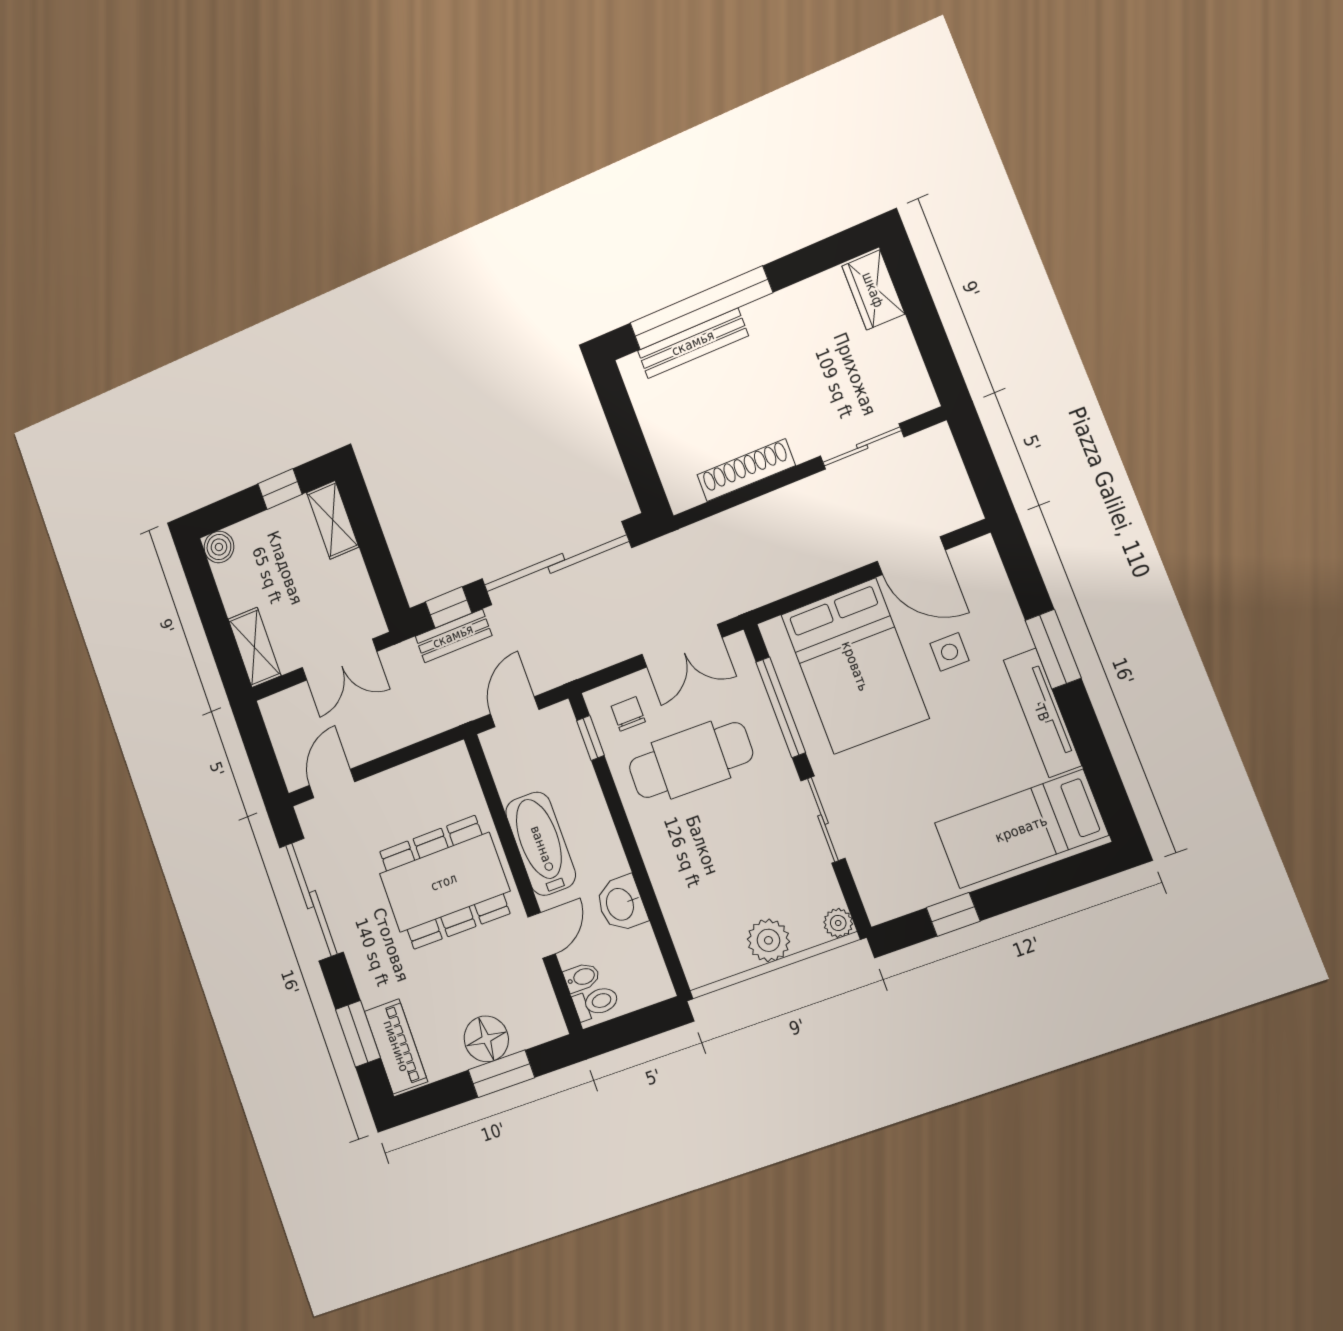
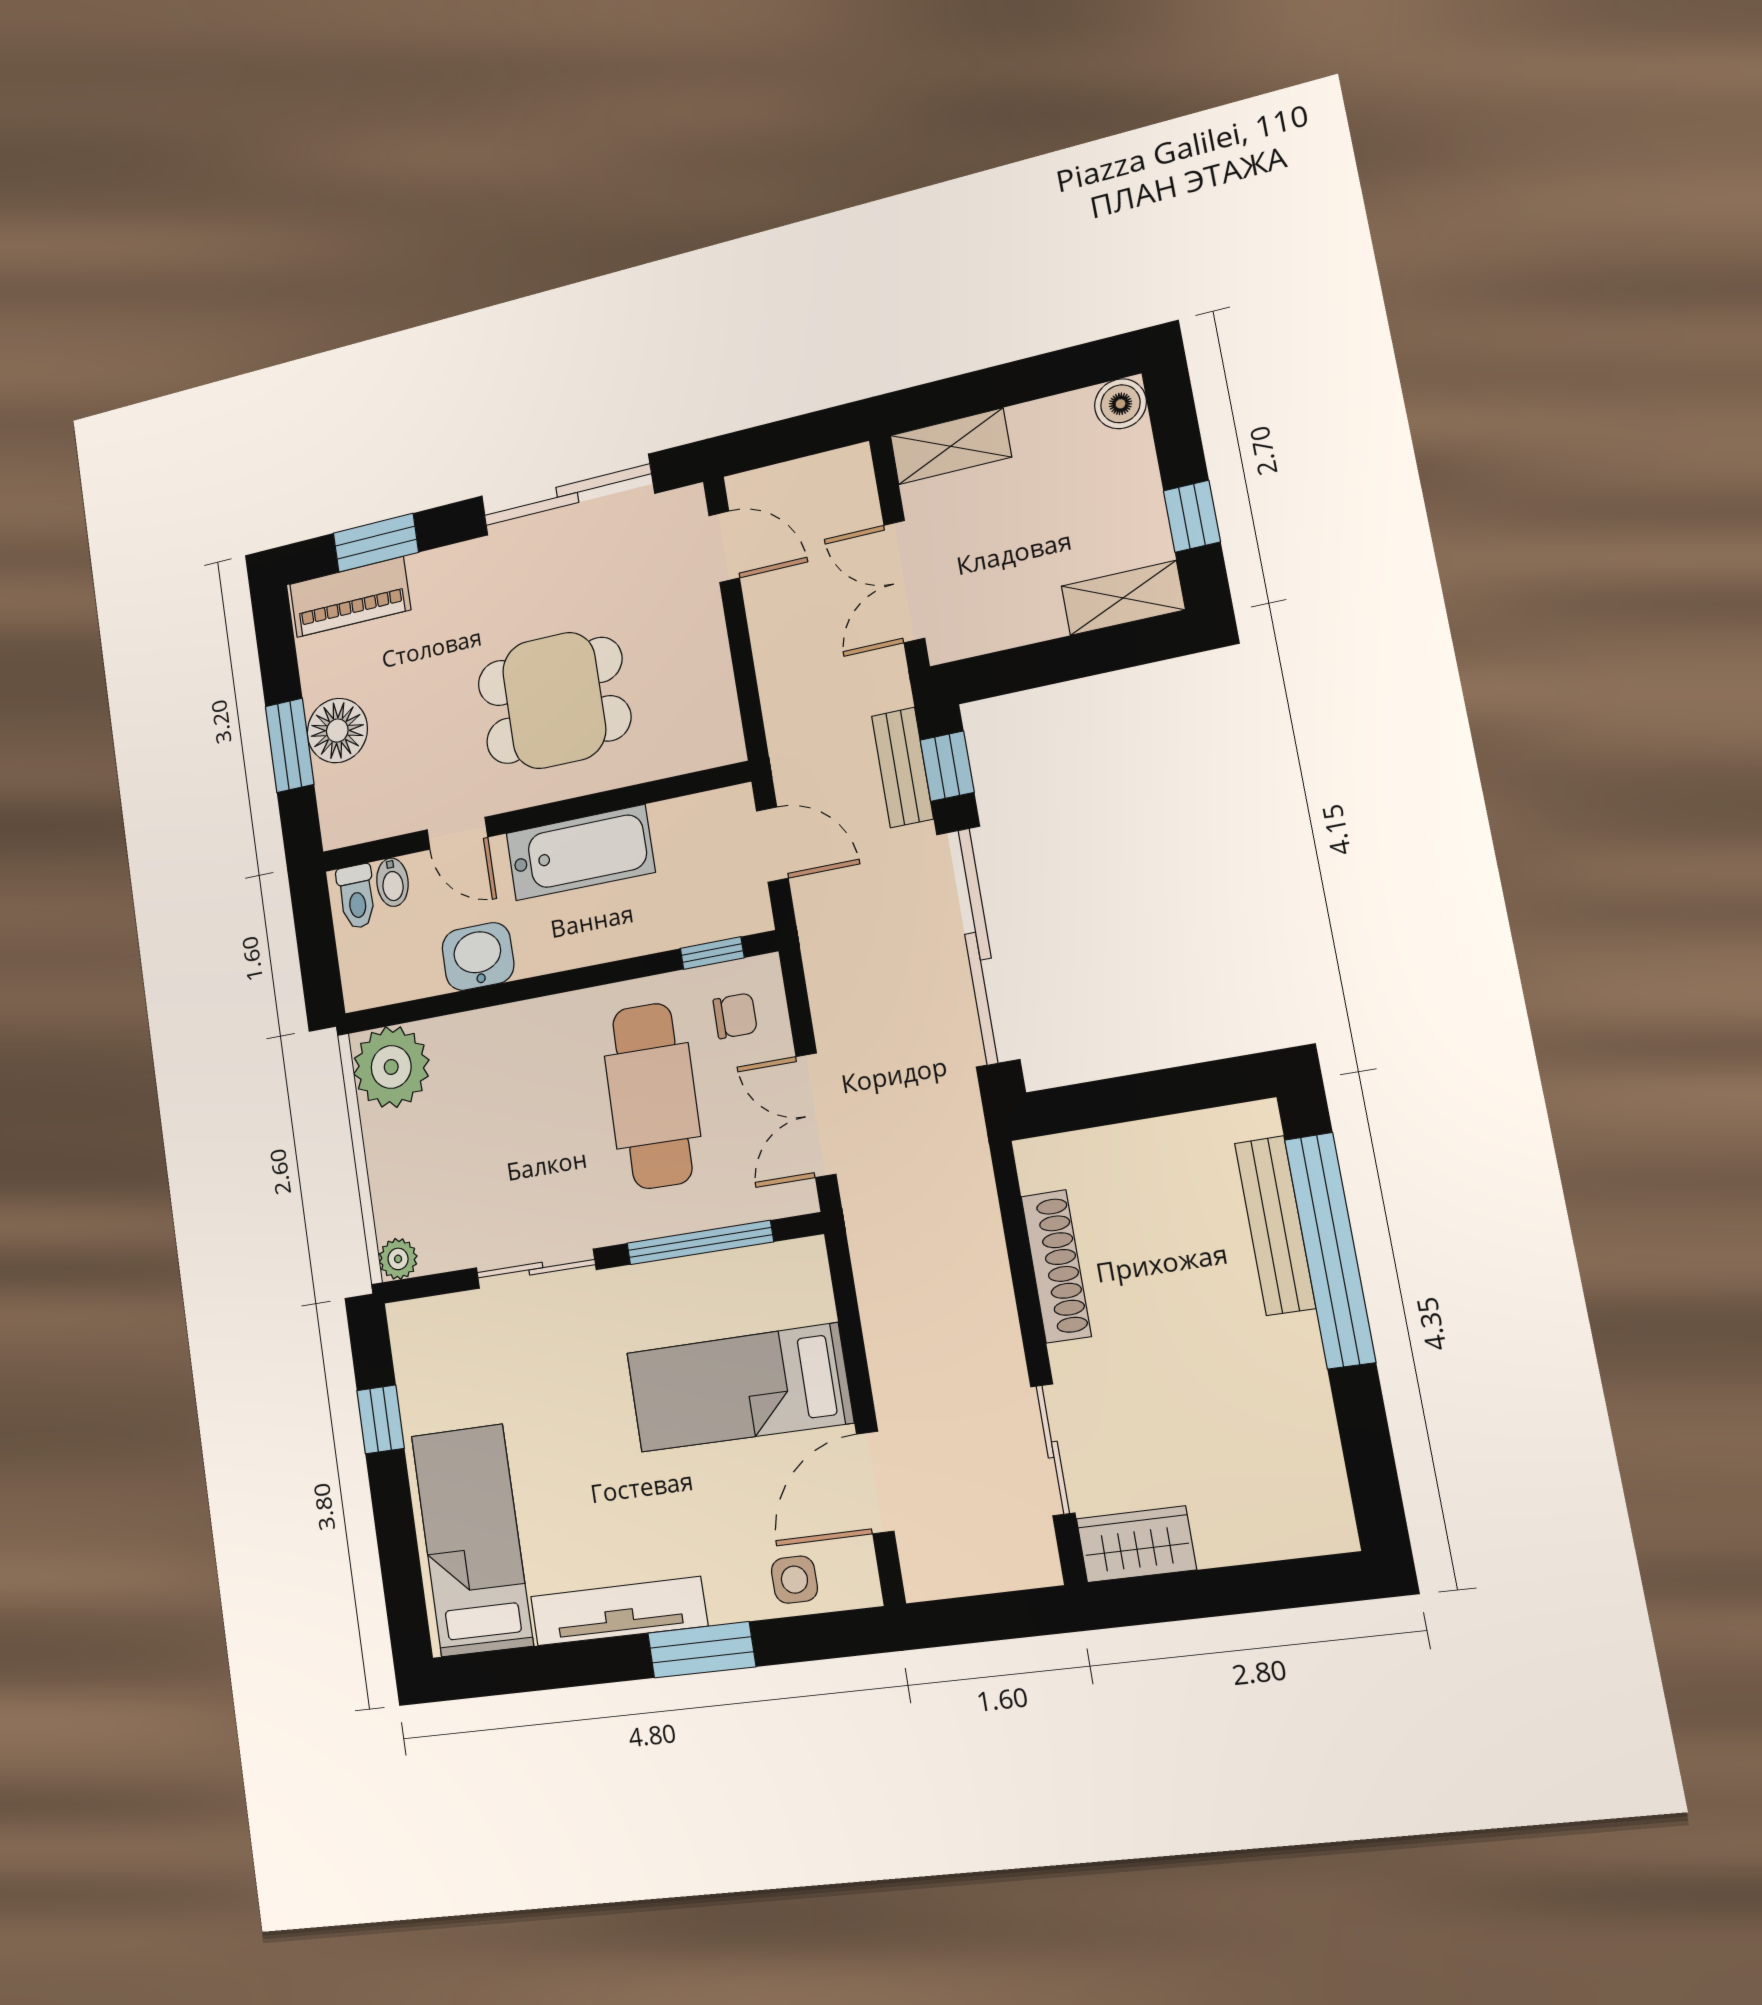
wardrobe: (873, 290) -> (1136, 1544), moved
side table: (950, 652) -> (794, 1580), moved
bed: (855, 666) -> (739, 1388), width x0.67
dining table: (444, 882) -> (554, 701), width x0.73
plant: (768, 940) -> (391, 1067), moved, width x1.36, depth x1.36

